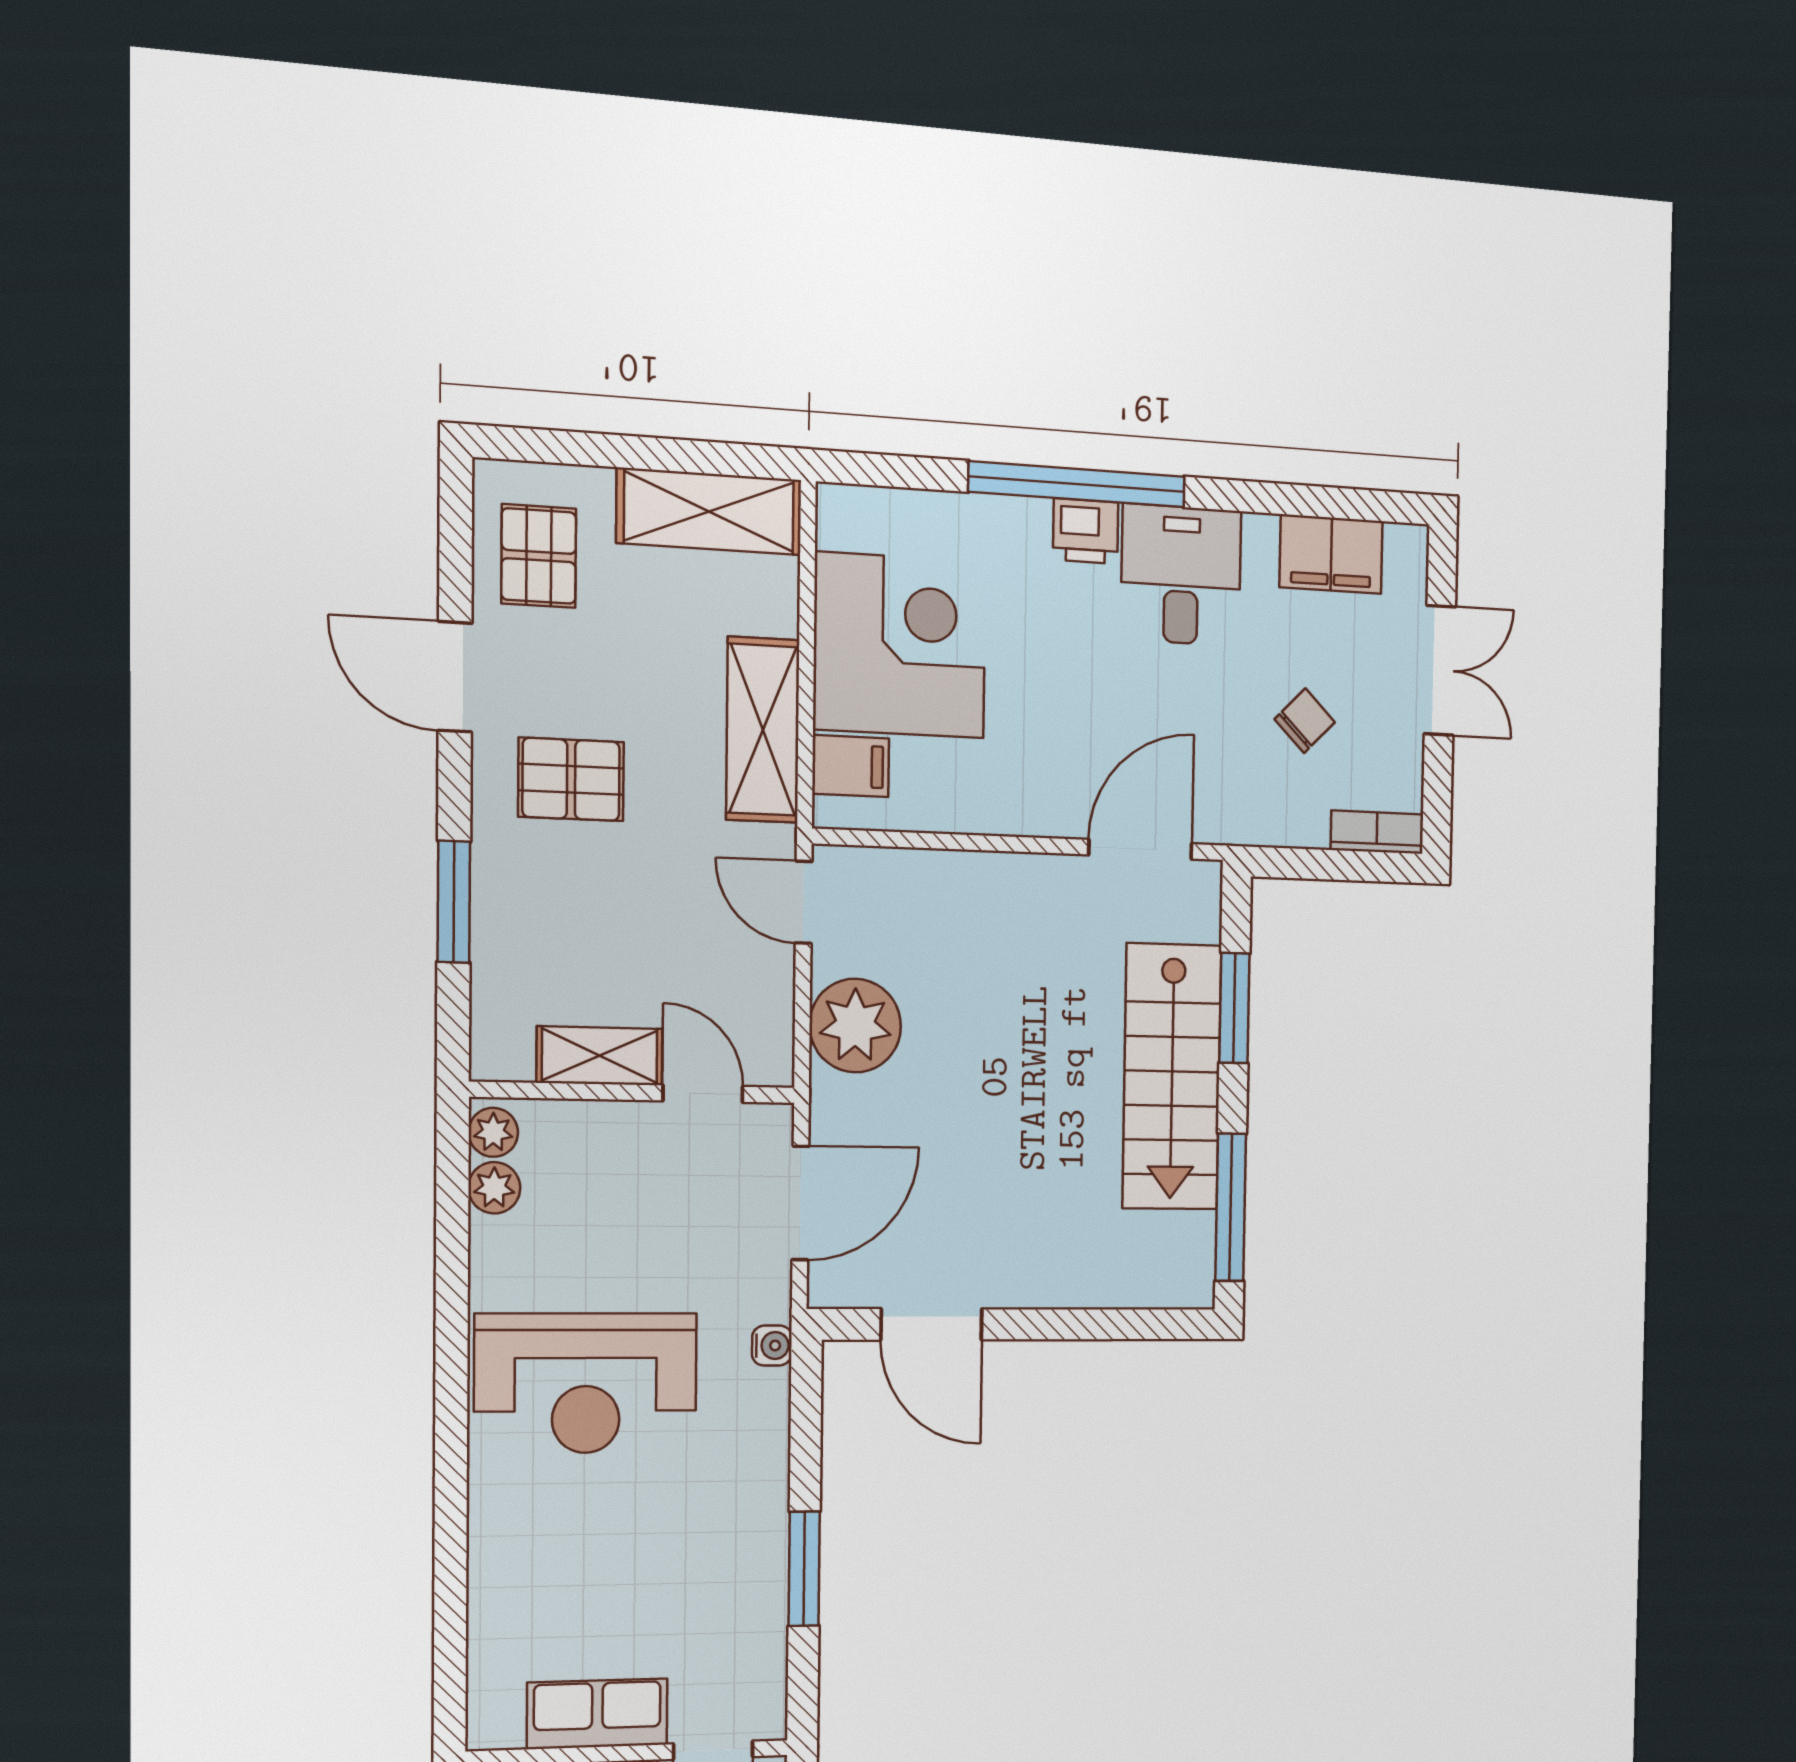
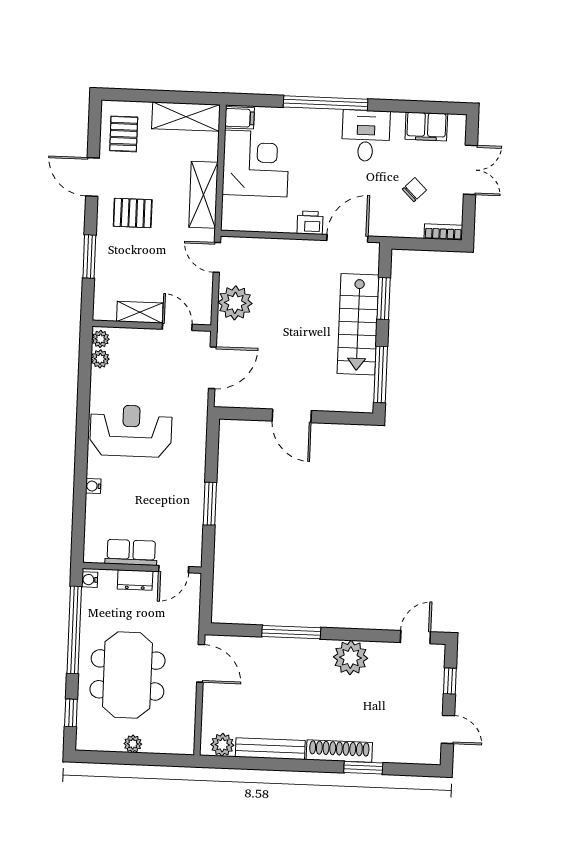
printer: (1086, 531) -> (310, 223), moved, turned 180
filing cabinet: (851, 766) -> (240, 118), moved
door: (931, 1324) -> (292, 416), moved
water cooler: (772, 1346) -> (93, 486), moved, turned 180
reception desk: (586, 1383) -> (131, 431), turned 180

